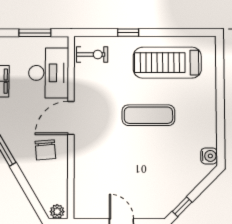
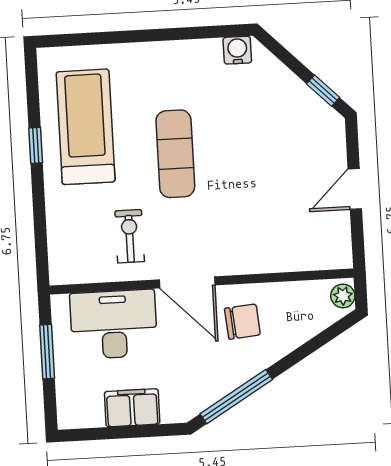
window: (128, 33) -> (36, 145), moved
exercise bike: (92, 54) -> (130, 236), moved
treadmill: (167, 63) -> (86, 127), turned 180

